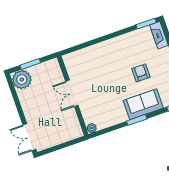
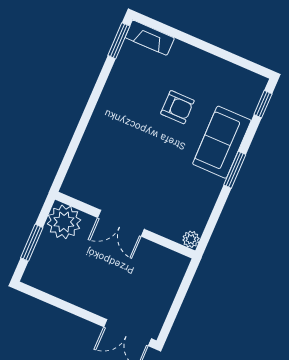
armchair: (141, 73) -> (177, 107), turned 180
plant: (22, 79) -> (64, 222), moved

